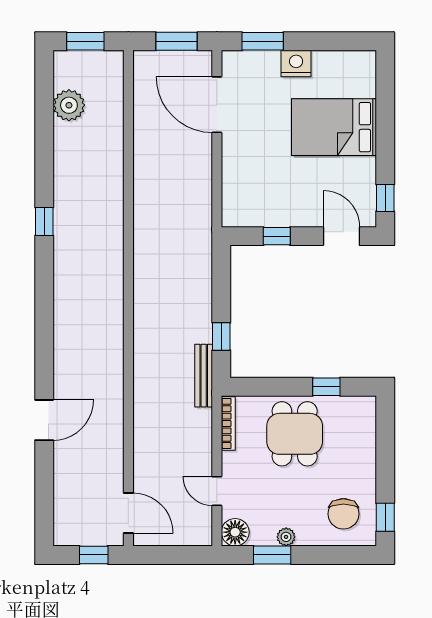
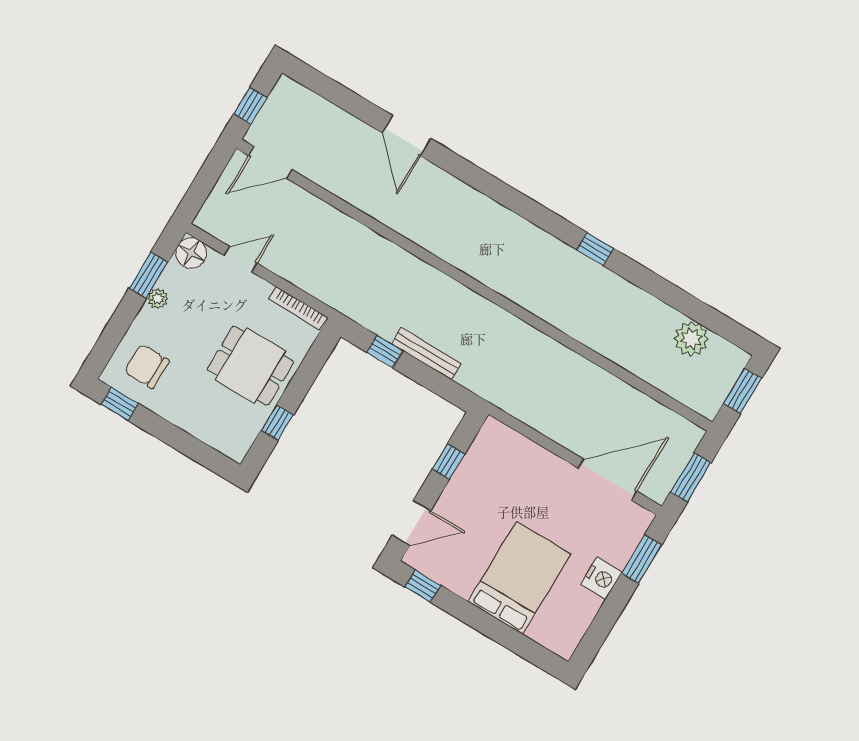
bench: (204, 376) -> (426, 354), moved

